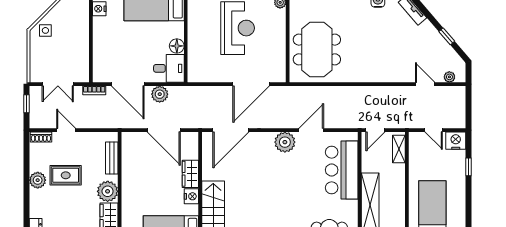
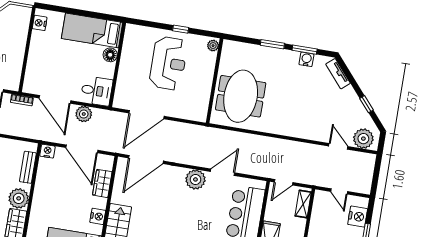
floor lamp: (177, 46) -> (110, 55), moved
plant: (449, 77) -> (363, 139), width x1.88, depth x1.88
door: (251, 84) -> (147, 115), moved
nightstand: (129, 138) -> (48, 151), added
nightstand: (456, 141) -> (358, 217), moved, turned 90
wardrobe: (190, 174) -> (102, 183), moved

